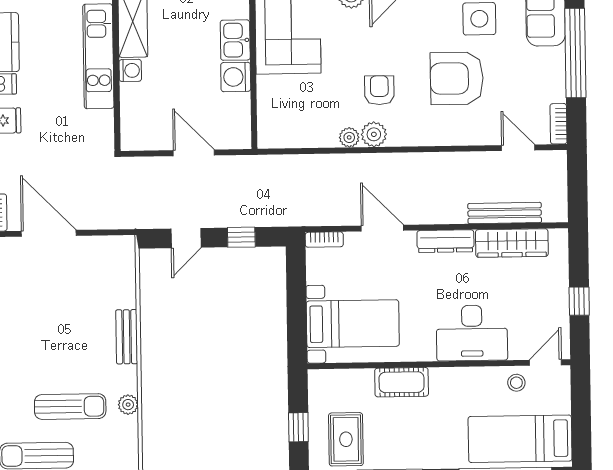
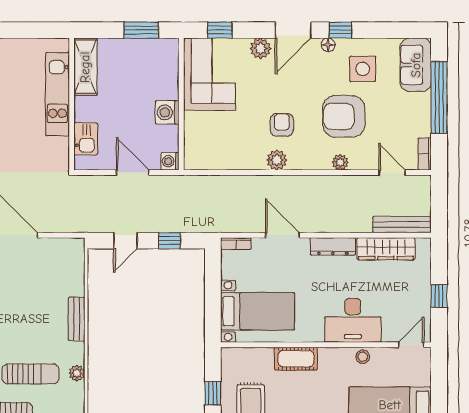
kitchen sink: (235, 40) -> (86, 139), moved, turned 180
washing machine: (130, 70) -> (170, 161), moved, turned 180
plant: (349, 137) -> (340, 162), moved
bench: (505, 213) -> (402, 225), moved
stool: (516, 383) -> (363, 357), moved

